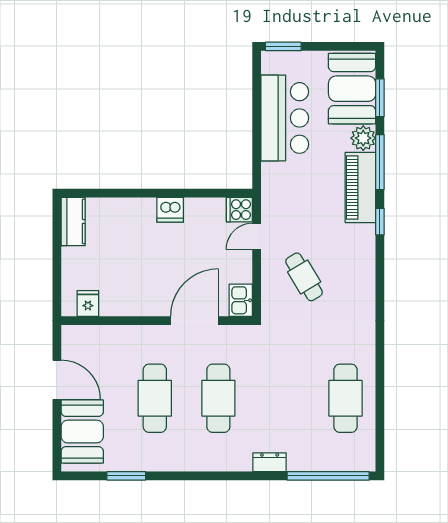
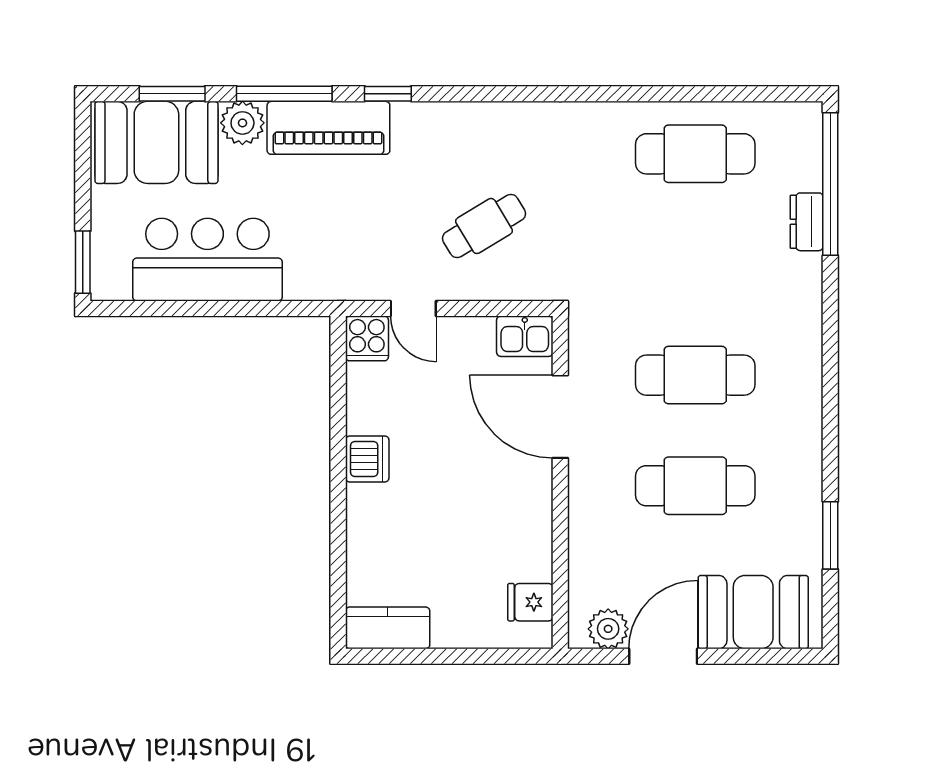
plant: (73, 348) -> (608, 629), added
dresser: (270, 462) -> (807, 222), moved

